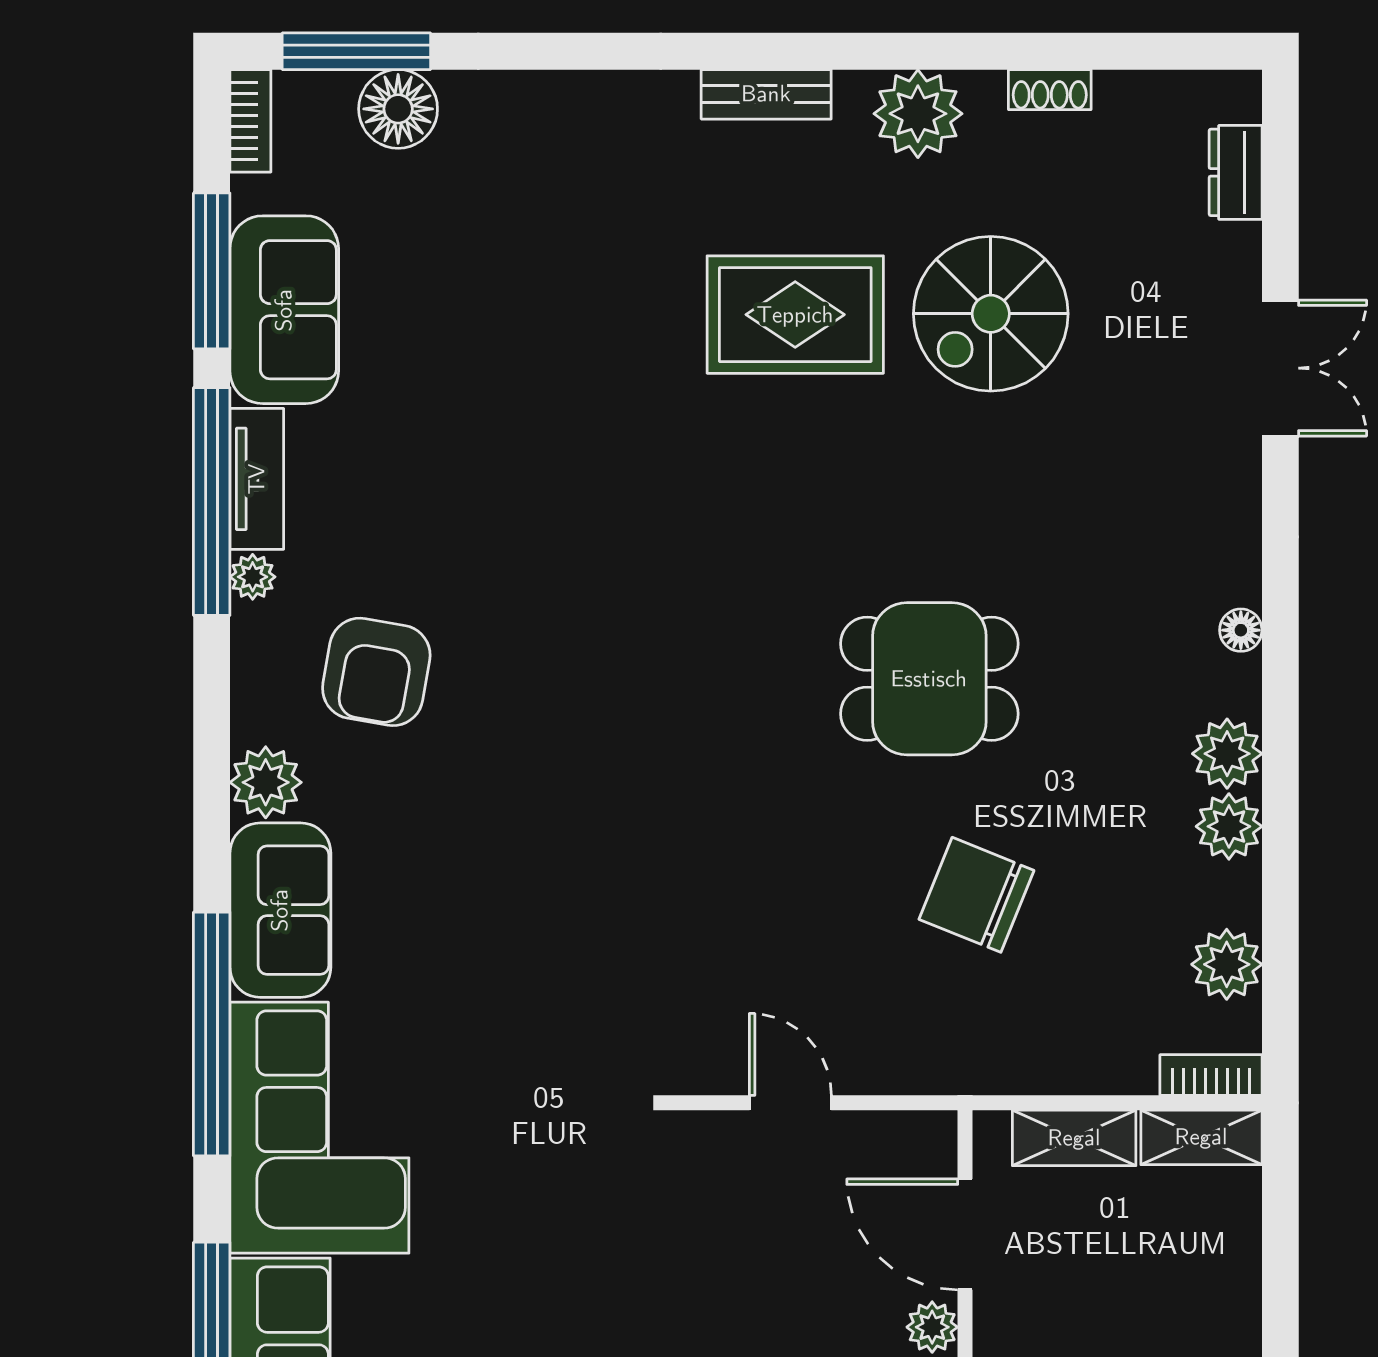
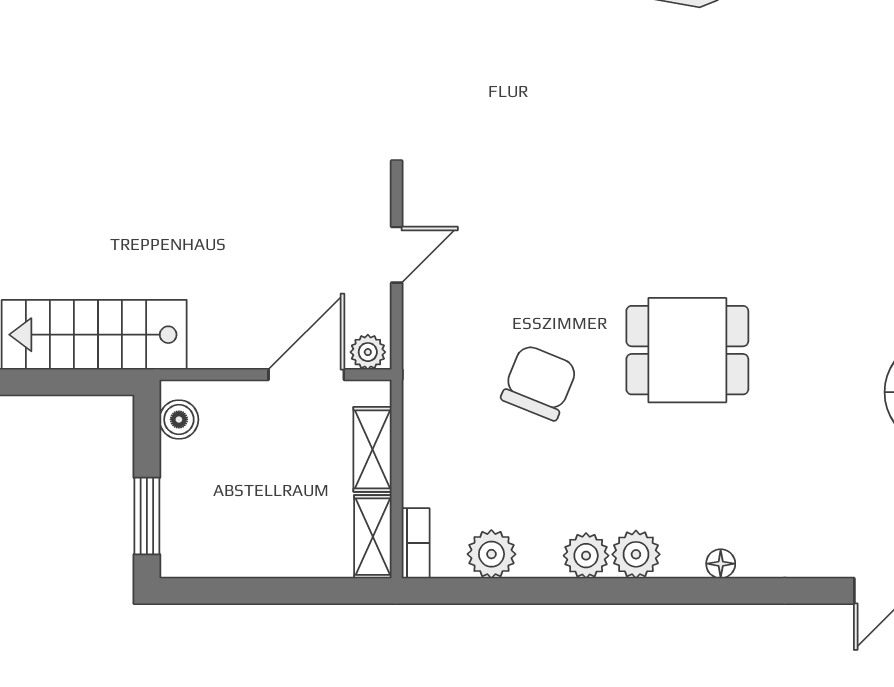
dining table: (929, 679) -> (687, 350), turned 90
plant: (932, 1327) -> (368, 352), moved

